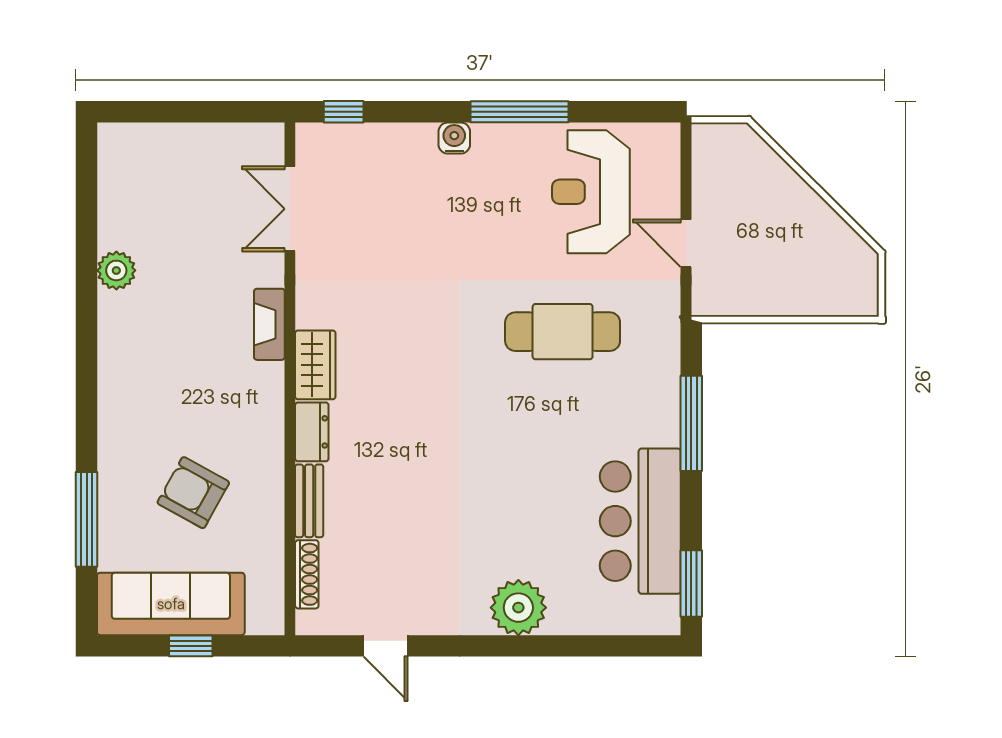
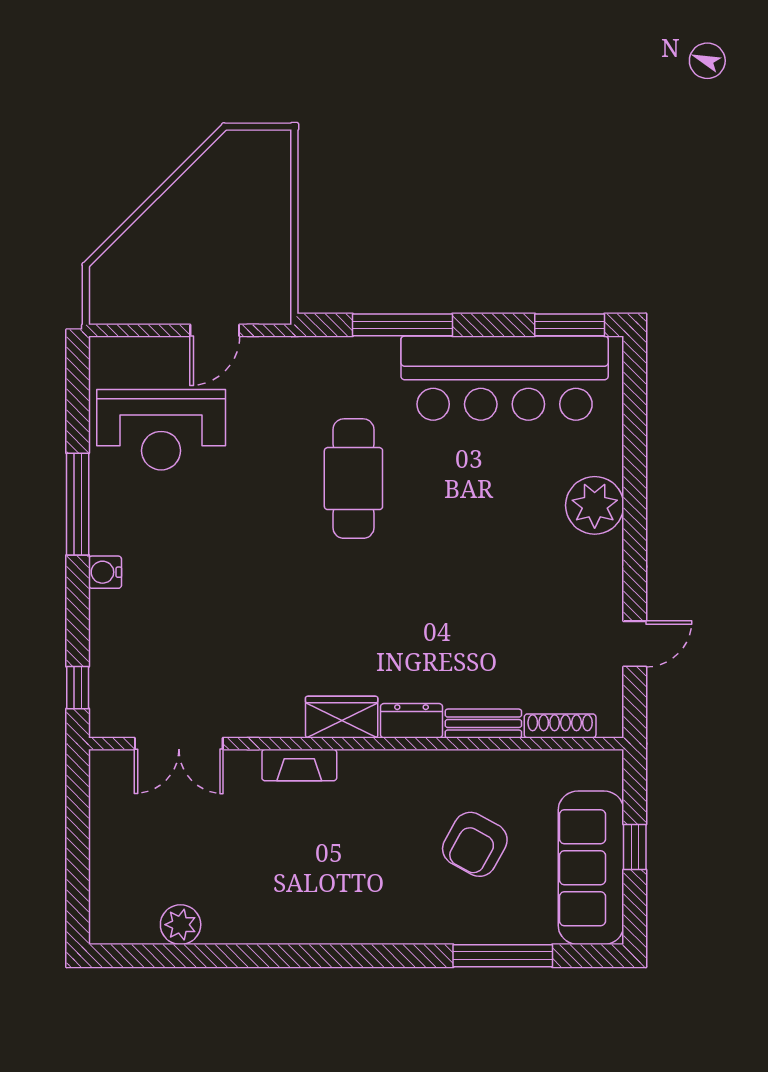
plant: (116, 270) -> (181, 925), moved
cafe table: (563, 332) -> (353, 479), moved
bar counter: (640, 521) -> (505, 378), width x1.36

